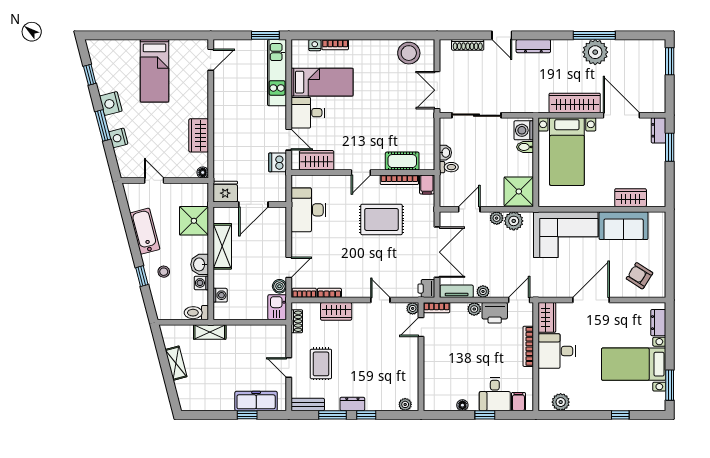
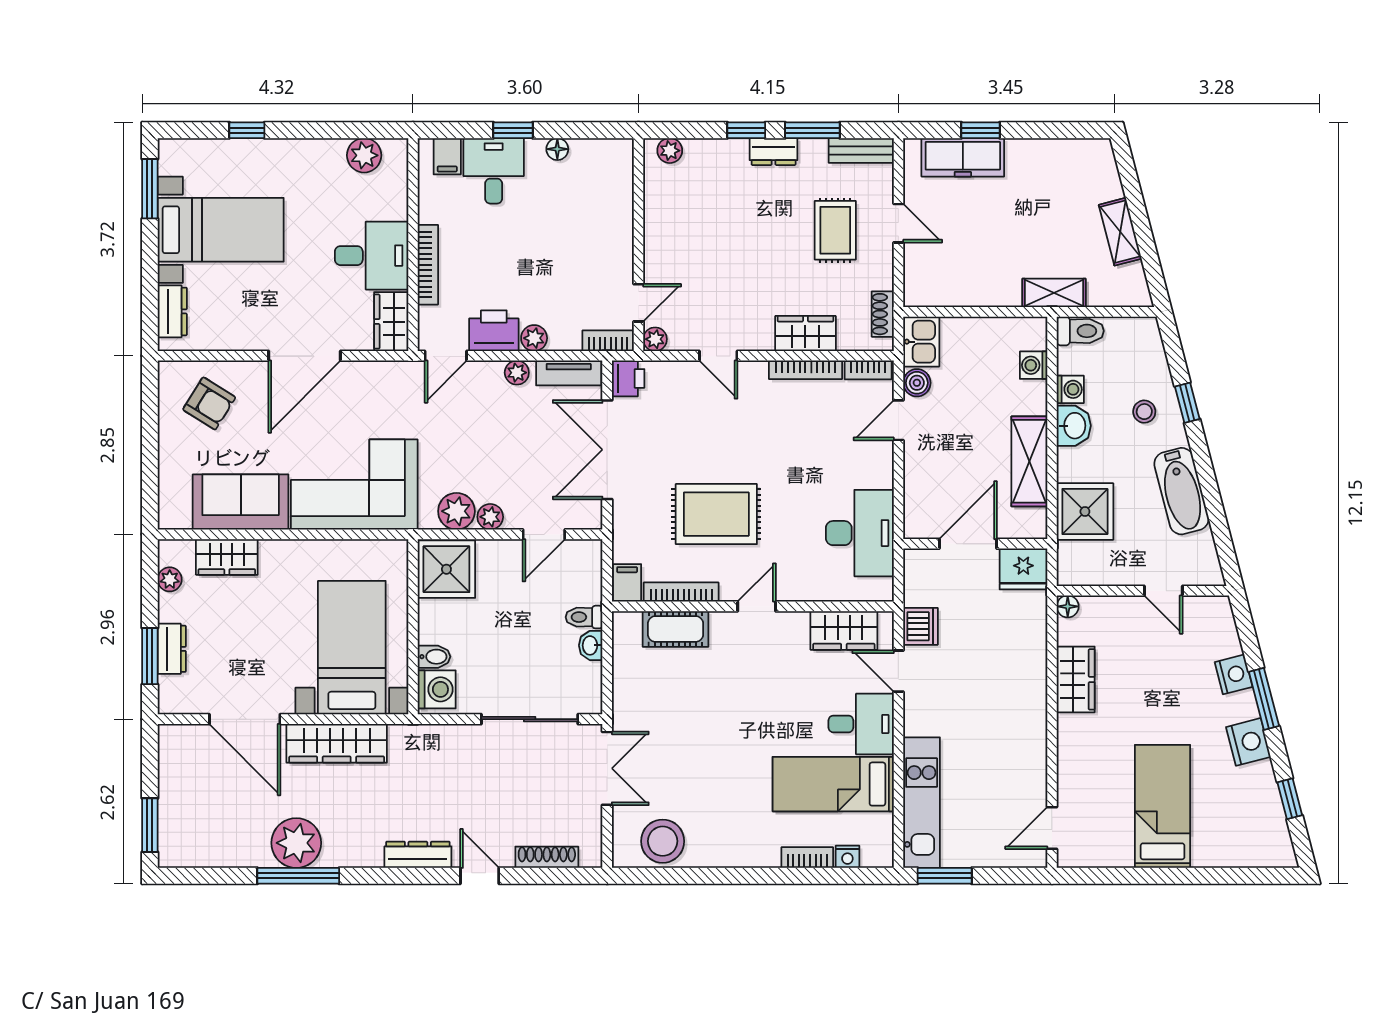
dresser: (659, 130) -> (172, 649), moved
plant: (660, 186) -> (170, 579), added
bookcase: (329, 293) -> (805, 370), width x1.56

